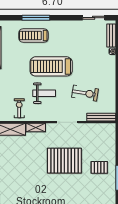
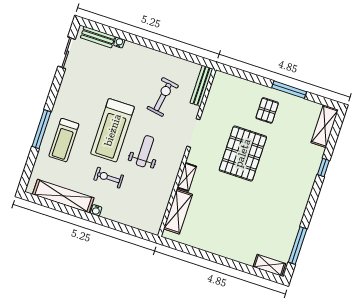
exercise bike: (19, 108) -> (109, 178), moved

